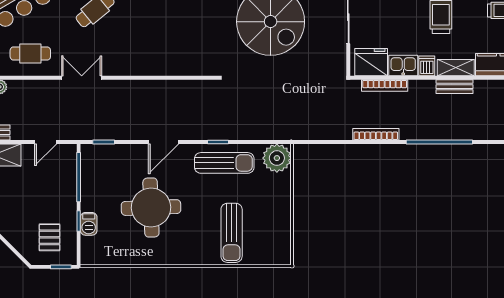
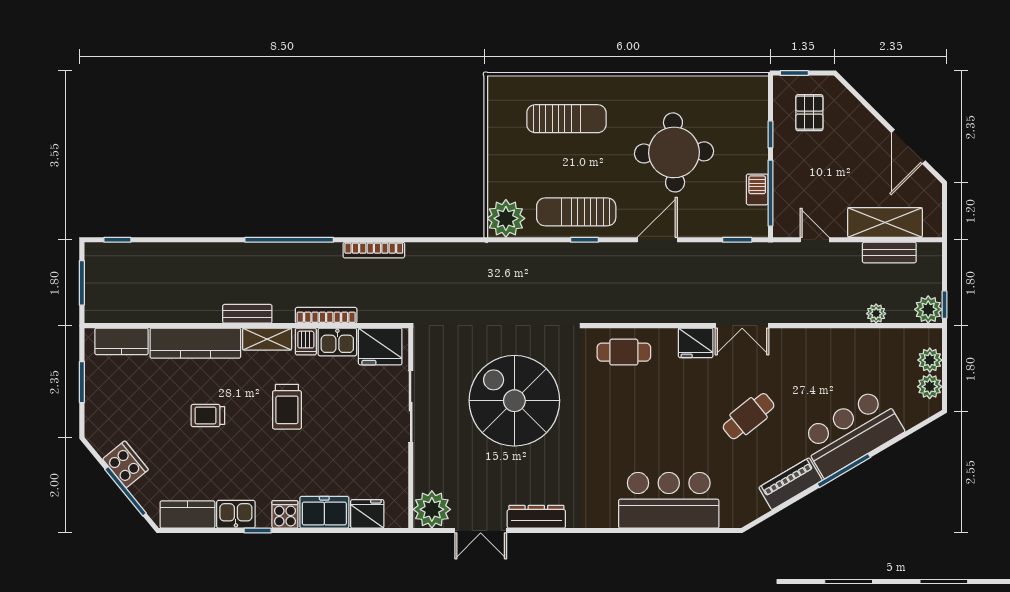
cafe table: (30, 54) -> (624, 352), moved
fridge: (135, 65) -> (696, 343), added
double door: (82, 78) -> (742, 326), moved
bookcase: (385, 85) -> (326, 315), moved
bench: (455, 87) -> (247, 314), moved
door: (46, 142) -> (815, 240), hinge flipped
barbecue: (89, 224) -> (757, 189), moved
sun lounger: (232, 233) -> (566, 119), turned 90

